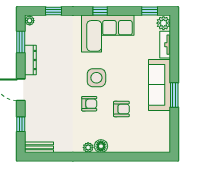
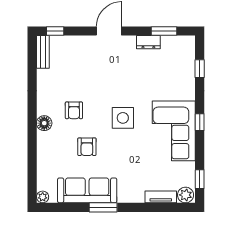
plant: (30, 21) -> (189, 41), removed
dresser: (30, 60) -> (148, 42), width x0.70
sofa: (159, 85) -> (87, 190), moved
armchair: (89, 104) -> (74, 110), moved
window: (21, 124) -> (55, 31), moved
plant: (88, 148) -> (43, 197), moved

